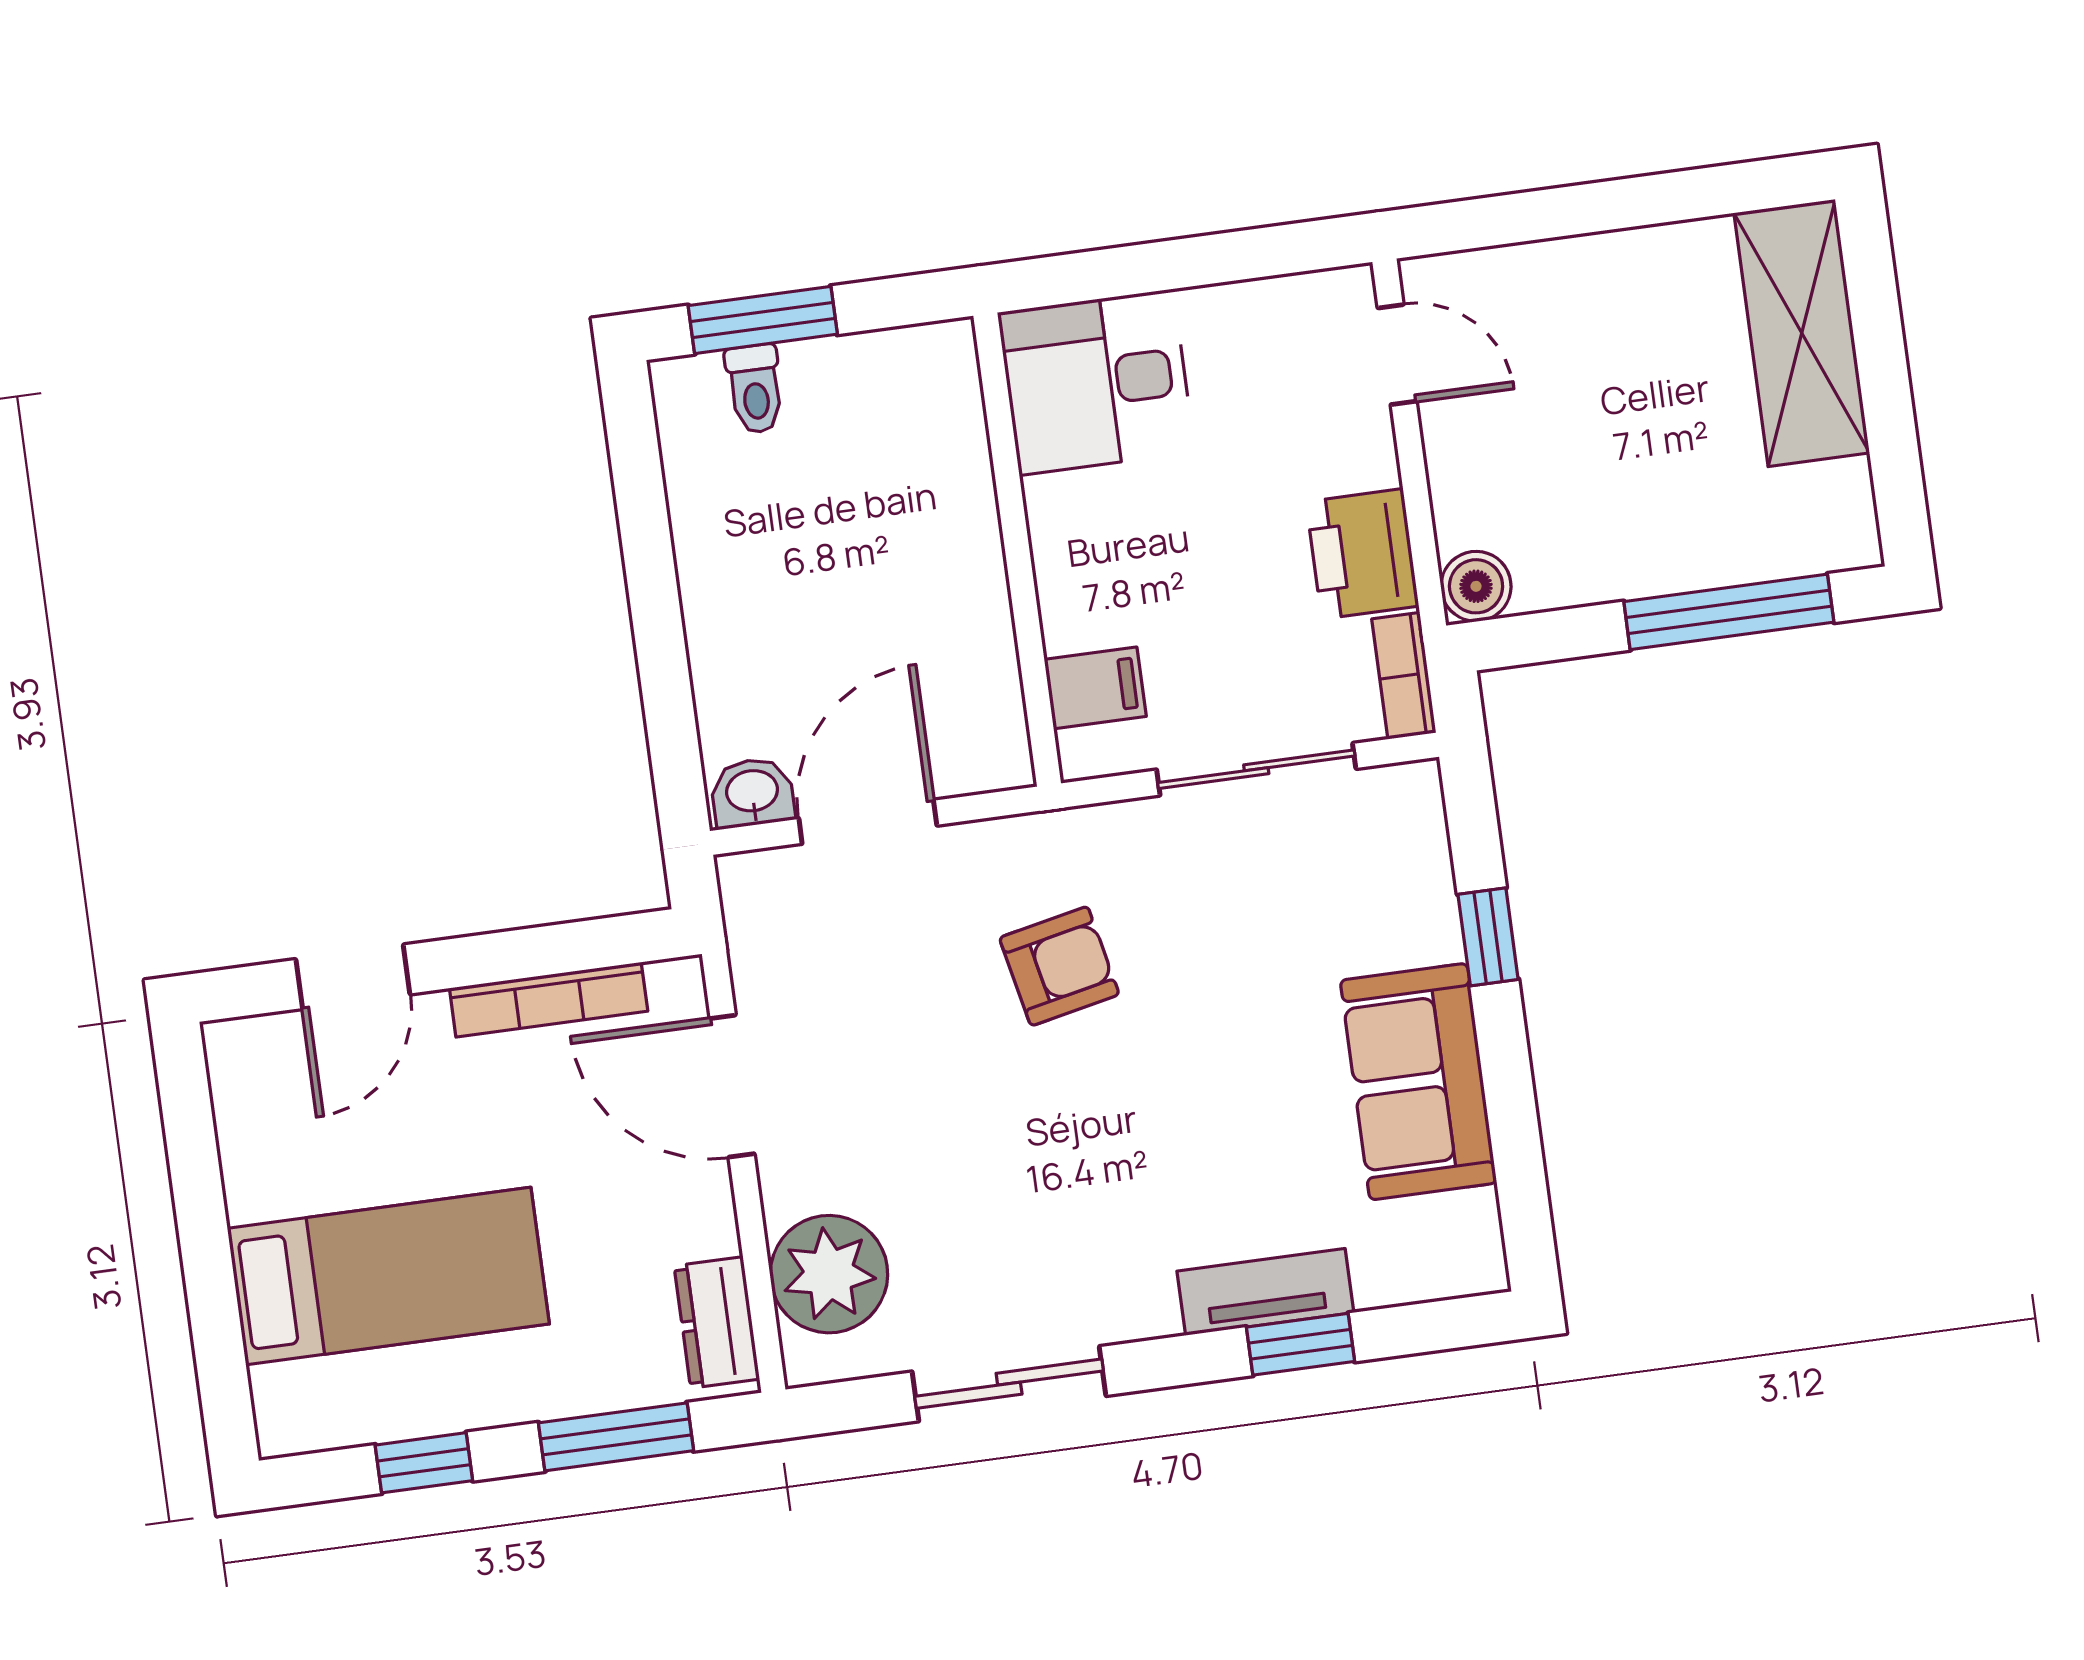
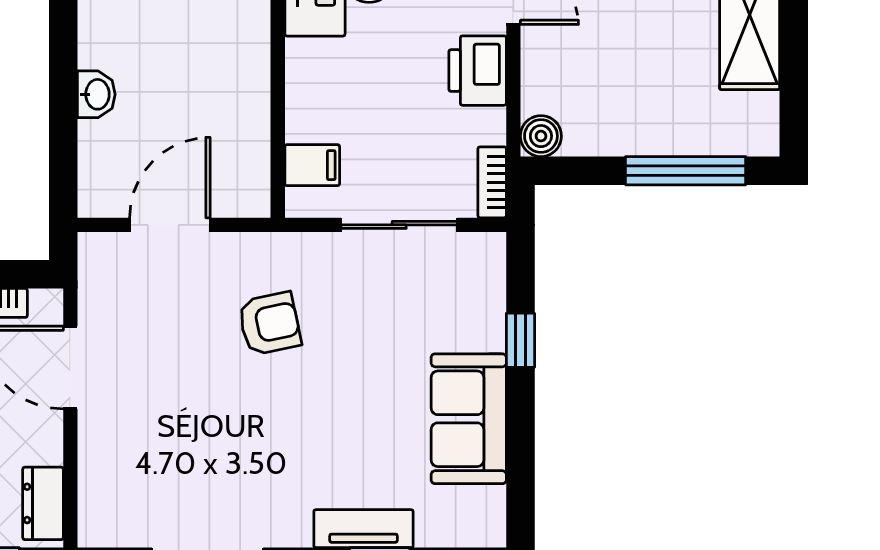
printer: (1362, 554) -> (478, 71), moved
washbasin: (752, 793) -> (96, 94), moved, turned 90
plant: (829, 1274) -> (112, 484), removed

